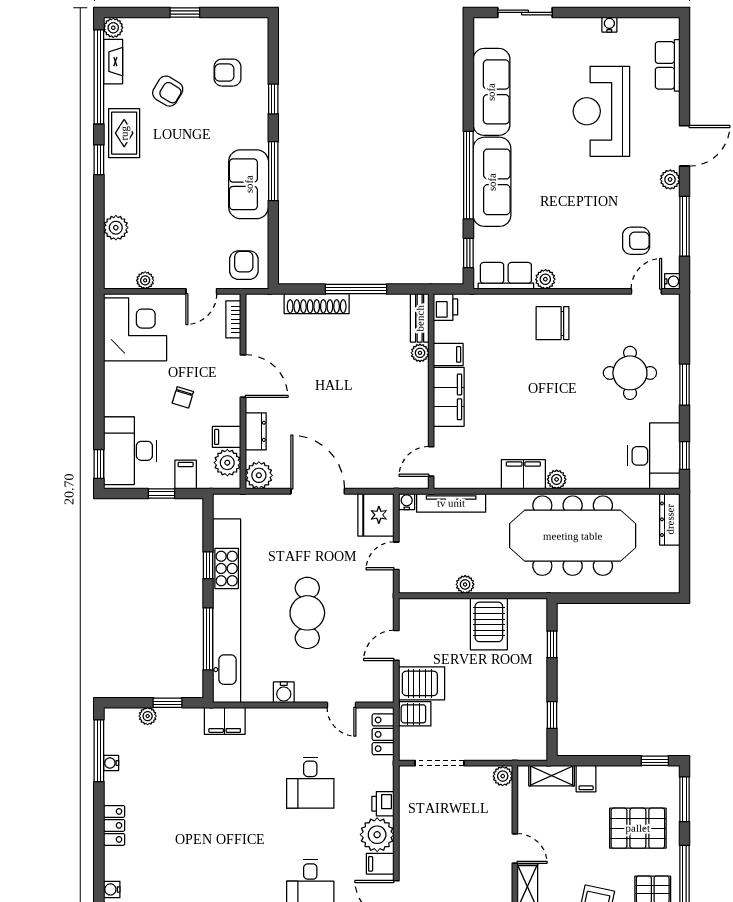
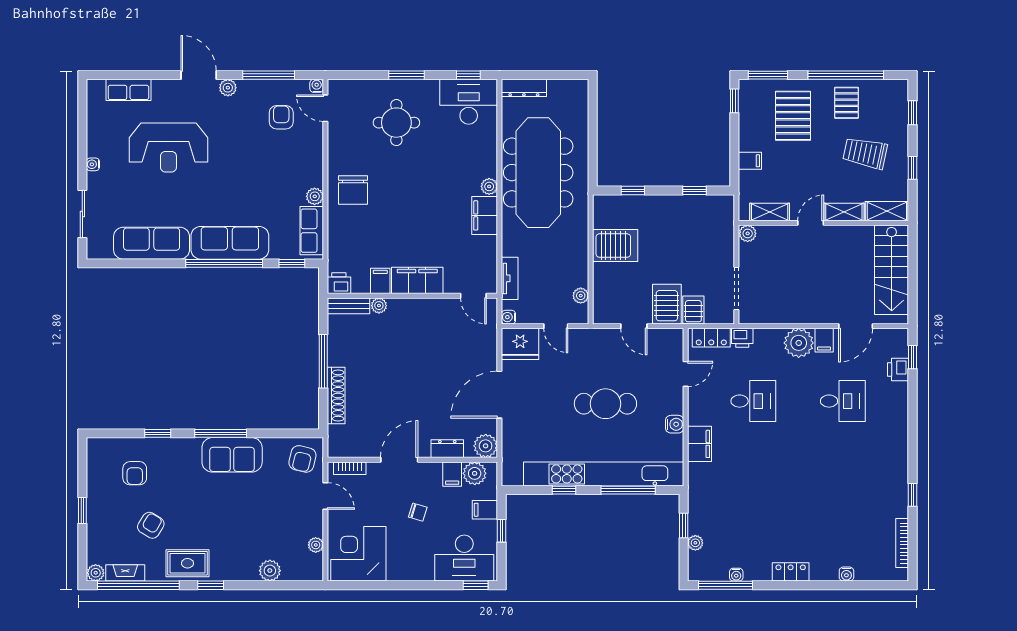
water cooler: (609, 25) -> (93, 164), moved
armchair: (244, 265) -> (302, 459), turned -76
tv unit: (451, 503) -> (510, 278), width x0.71
plant: (465, 584) -> (581, 296), moved
filing cabinet: (225, 721) -> (700, 444), moved
shelving: (552, 776) -> (770, 212), moved, turned 90
printer: (383, 804) -> (742, 338), moved

